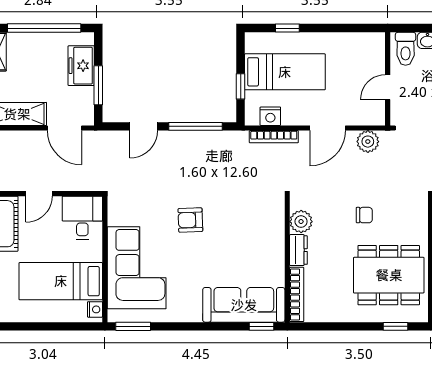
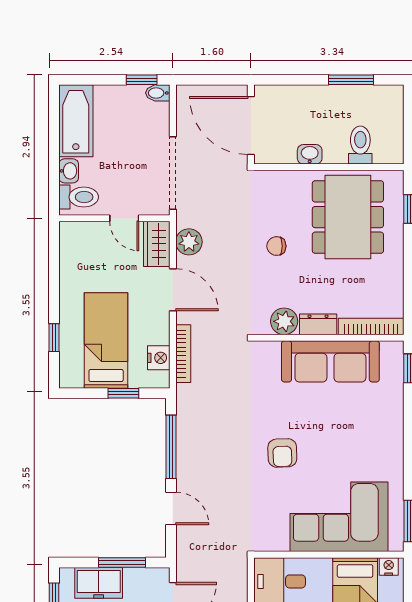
wardrobe: (366, 114) -> (157, 244), added
chair: (364, 215) -> (276, 246), turned -90
sofa: (244, 305) -> (330, 361), moved, turned -90

